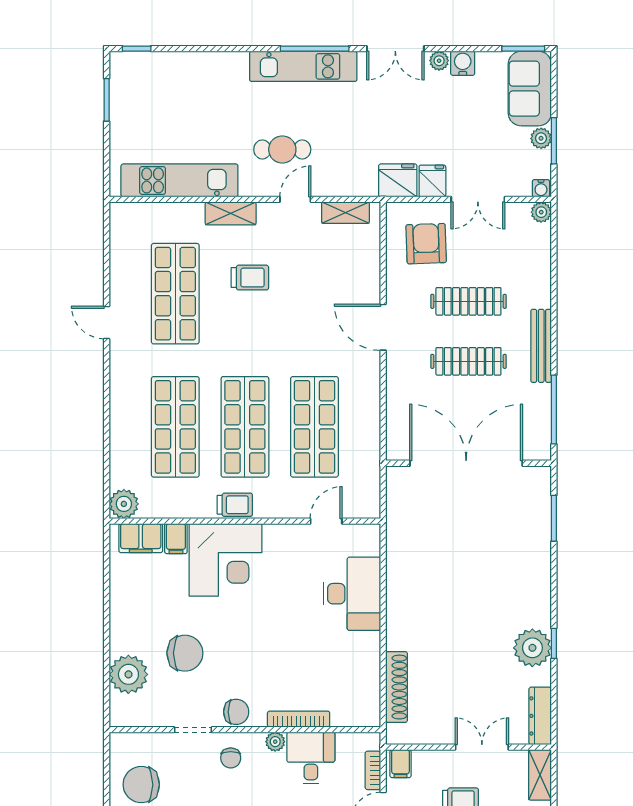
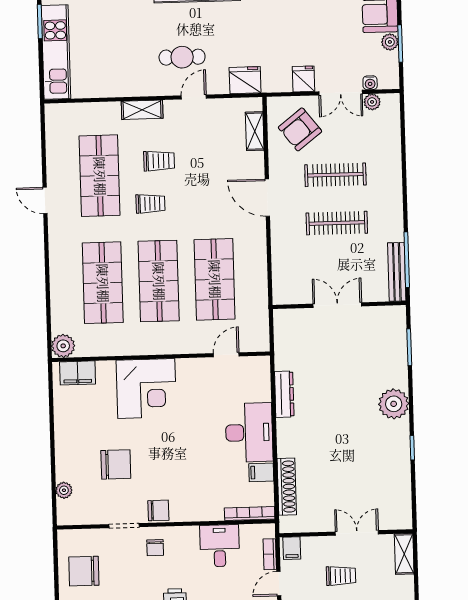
kitchen unit: (179, 180) -> (56, 52), moved, turned 90
fridge: (398, 180) -> (245, 80), moved
water cooler: (541, 188) -> (370, 83), moved
plant: (541, 212) -> (372, 102), moved
shelving: (345, 213) -> (255, 131), moved, turned 90
armchair: (426, 244) -> (300, 129), turned -126
bench: (541, 346) -> (397, 272), moved
double door: (466, 463) -> (337, 305), width x0.54
trolley: (235, 505) -> (150, 204), moved
filing cabinet: (176, 539) -> (261, 472), moved, turned 90
desk: (352, 594) -> (249, 432), moved
plant: (532, 648) -> (394, 404), moved
plant: (128, 674) -> (64, 490), width x0.53, depth x0.53
dresser: (540, 716) -> (284, 394), moved, turned 180
bookcase: (299, 719) -> (250, 513), moved
plant: (275, 742) -> (191, 533), removed

